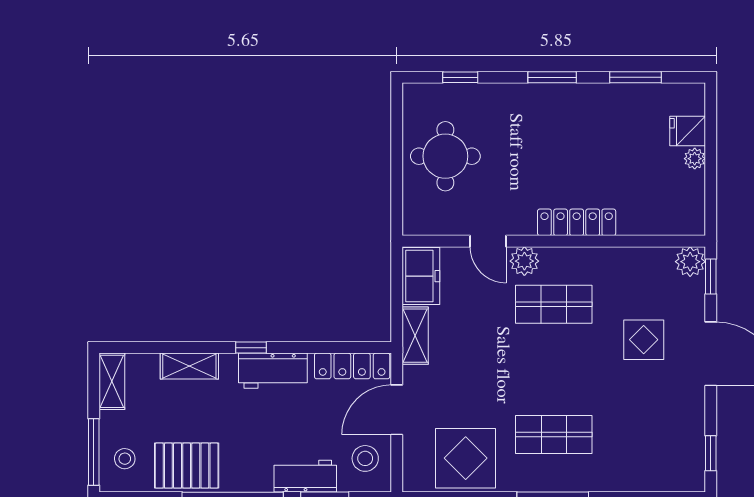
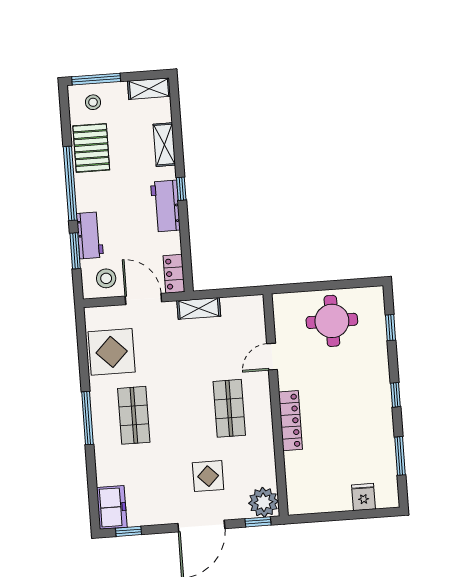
window: (552, 77) -> (396, 395), width x0.67
plant: (695, 159) -> (344, 504), removed
plant: (524, 261) -> (259, 384), removed
plant: (690, 262) -> (264, 502), width x1.36, depth x1.36
freezer: (421, 276) -> (112, 507), moved, turned -90
locker: (352, 366) -> (174, 274), width x0.66

